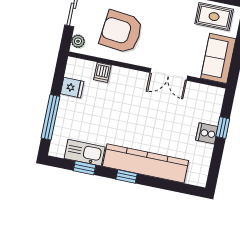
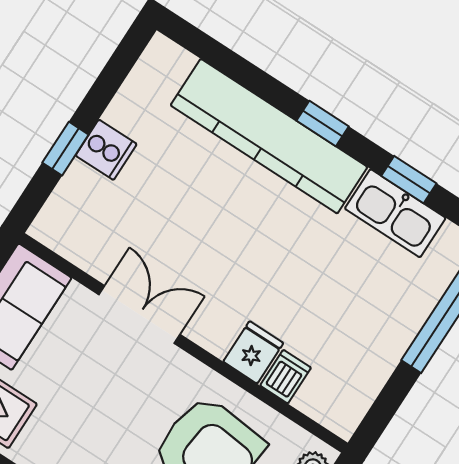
fridge: (72, 88) -> (253, 352), moved, turned 90

